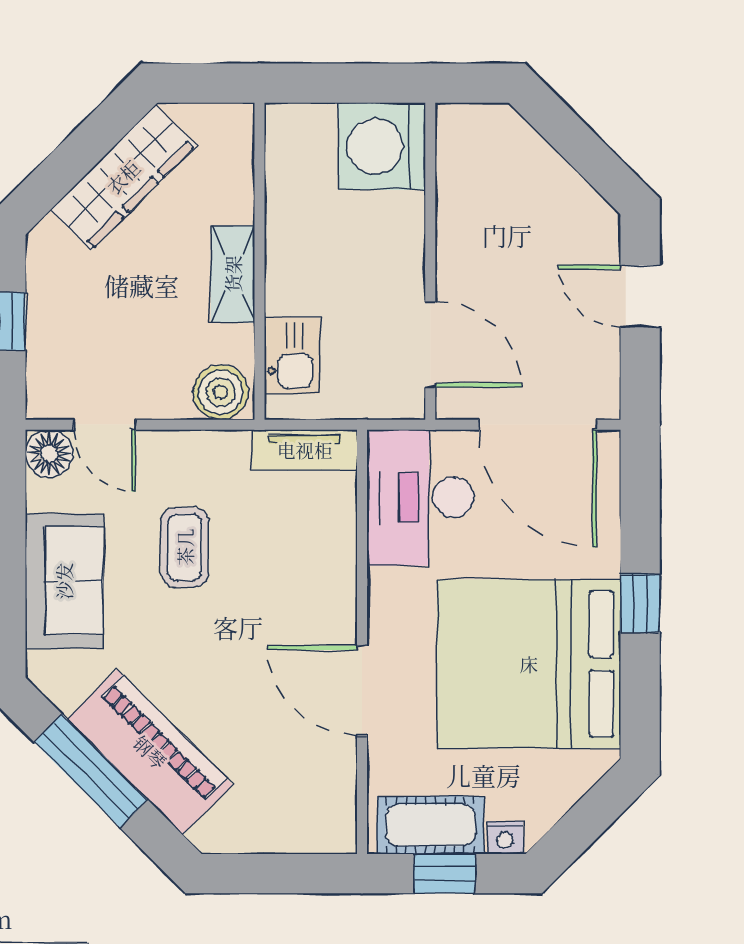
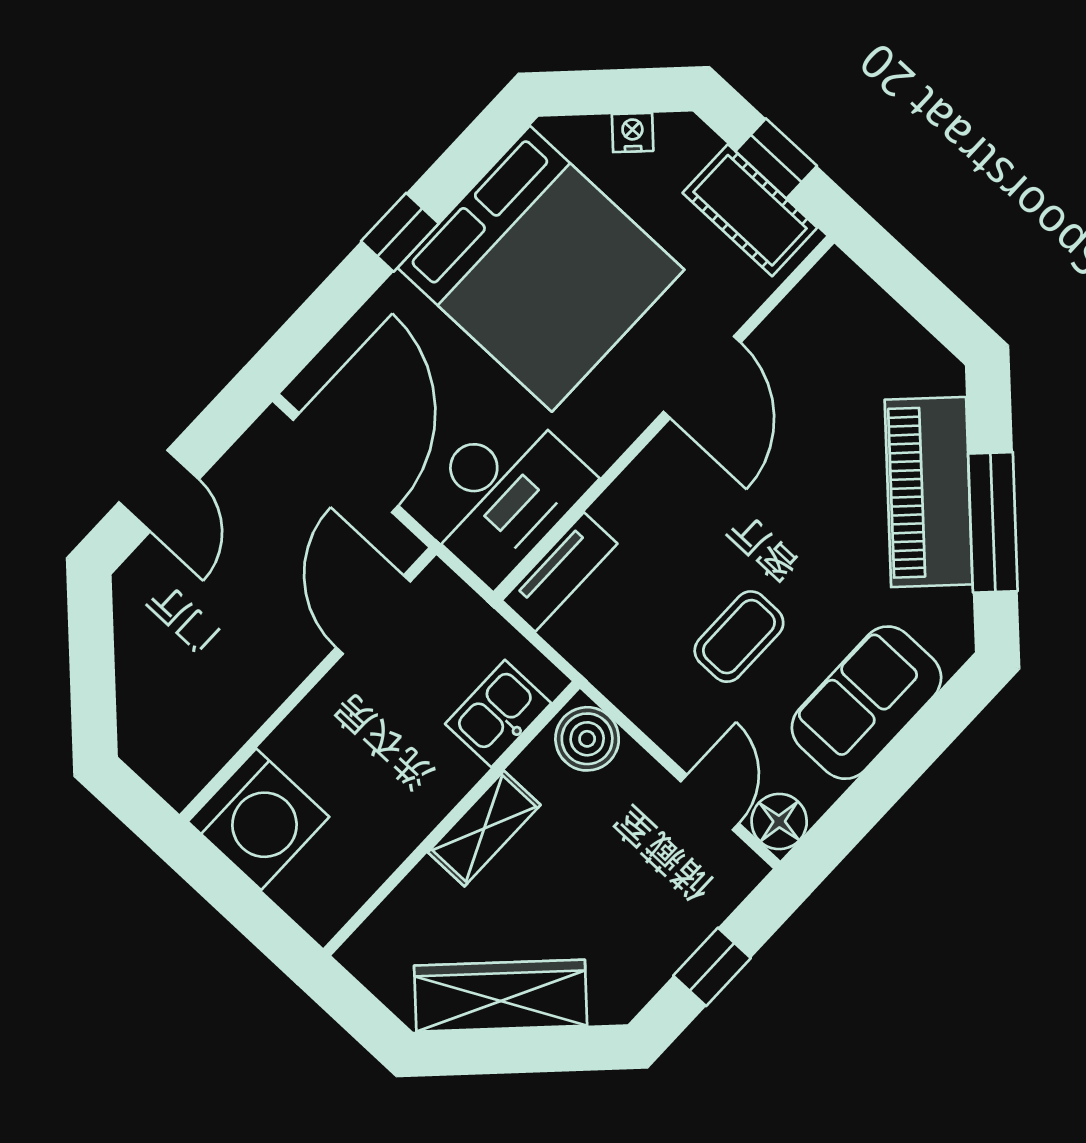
tv unit: (305, 450) -> (560, 572), moved, turned 90
nightstand: (505, 838) -> (633, 132), moved, turned -45

